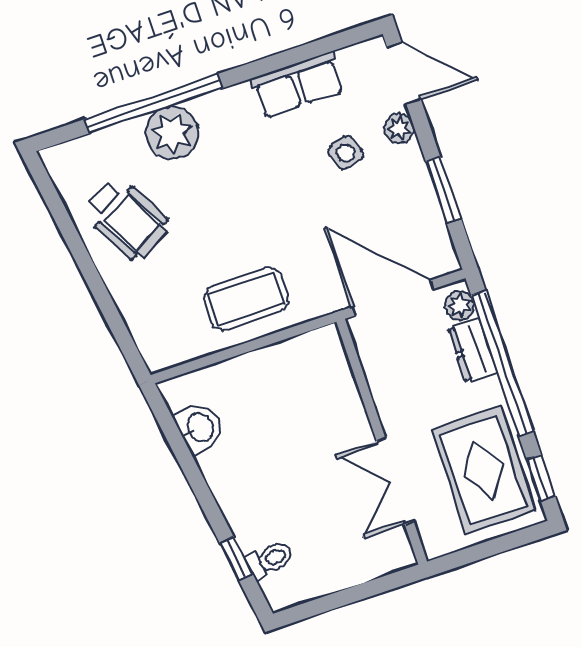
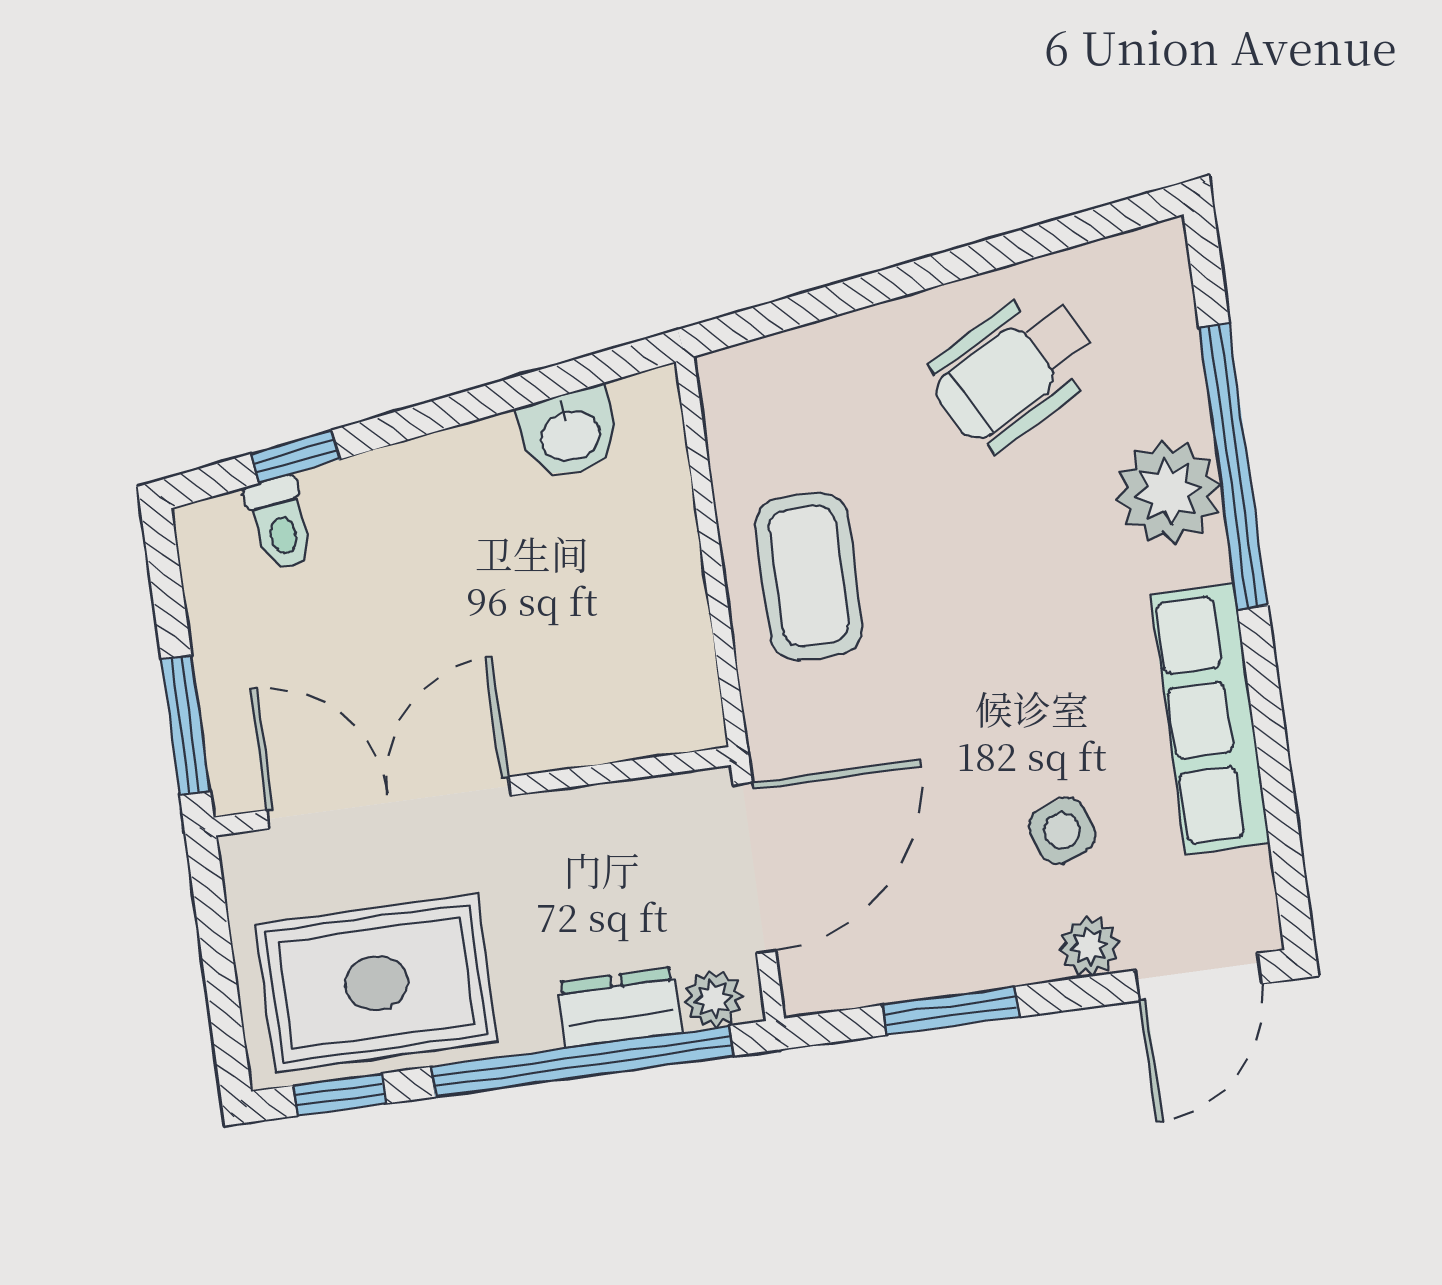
row of seats: (298, 85) -> (1210, 719), width x1.48
double door: (395, 481) -> (389, 803), width x1.37
window: (376, 587) -> (186, 725), added

